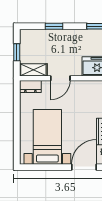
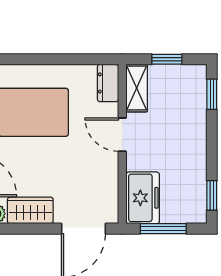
window: (54, 26) -> (212, 94), moved

